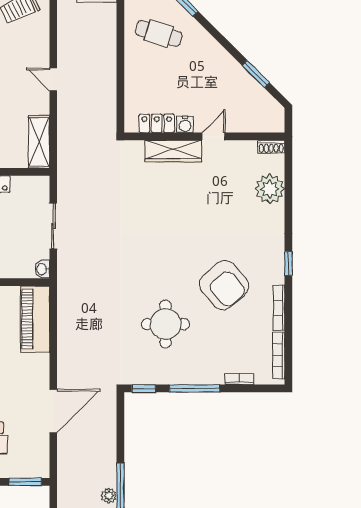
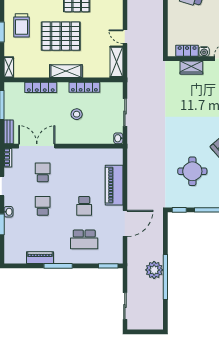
door: (53, 79) -> (125, 37), moved
wardrobe: (173, 151) -> (191, 67), width x0.67
piano: (35, 319) -> (114, 185), moved
plant: (109, 496) -> (154, 270), width x1.88, depth x1.88

